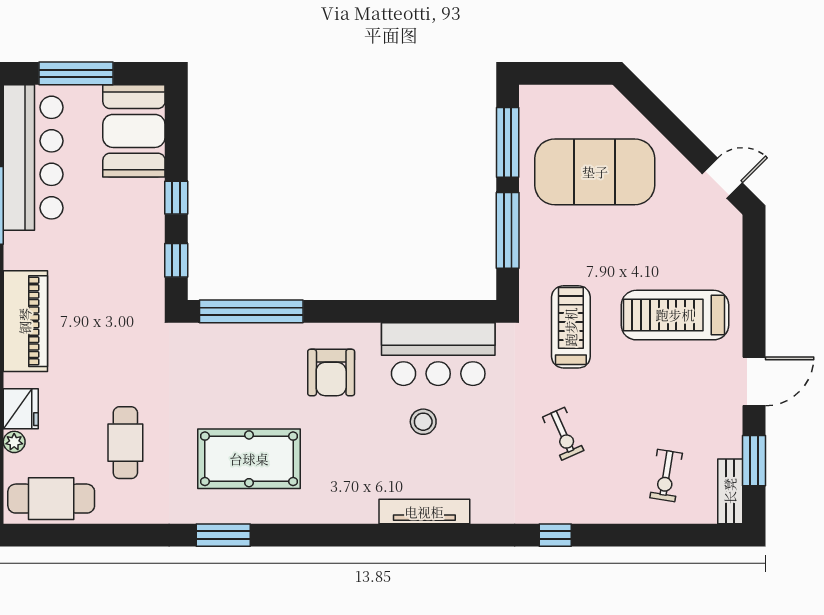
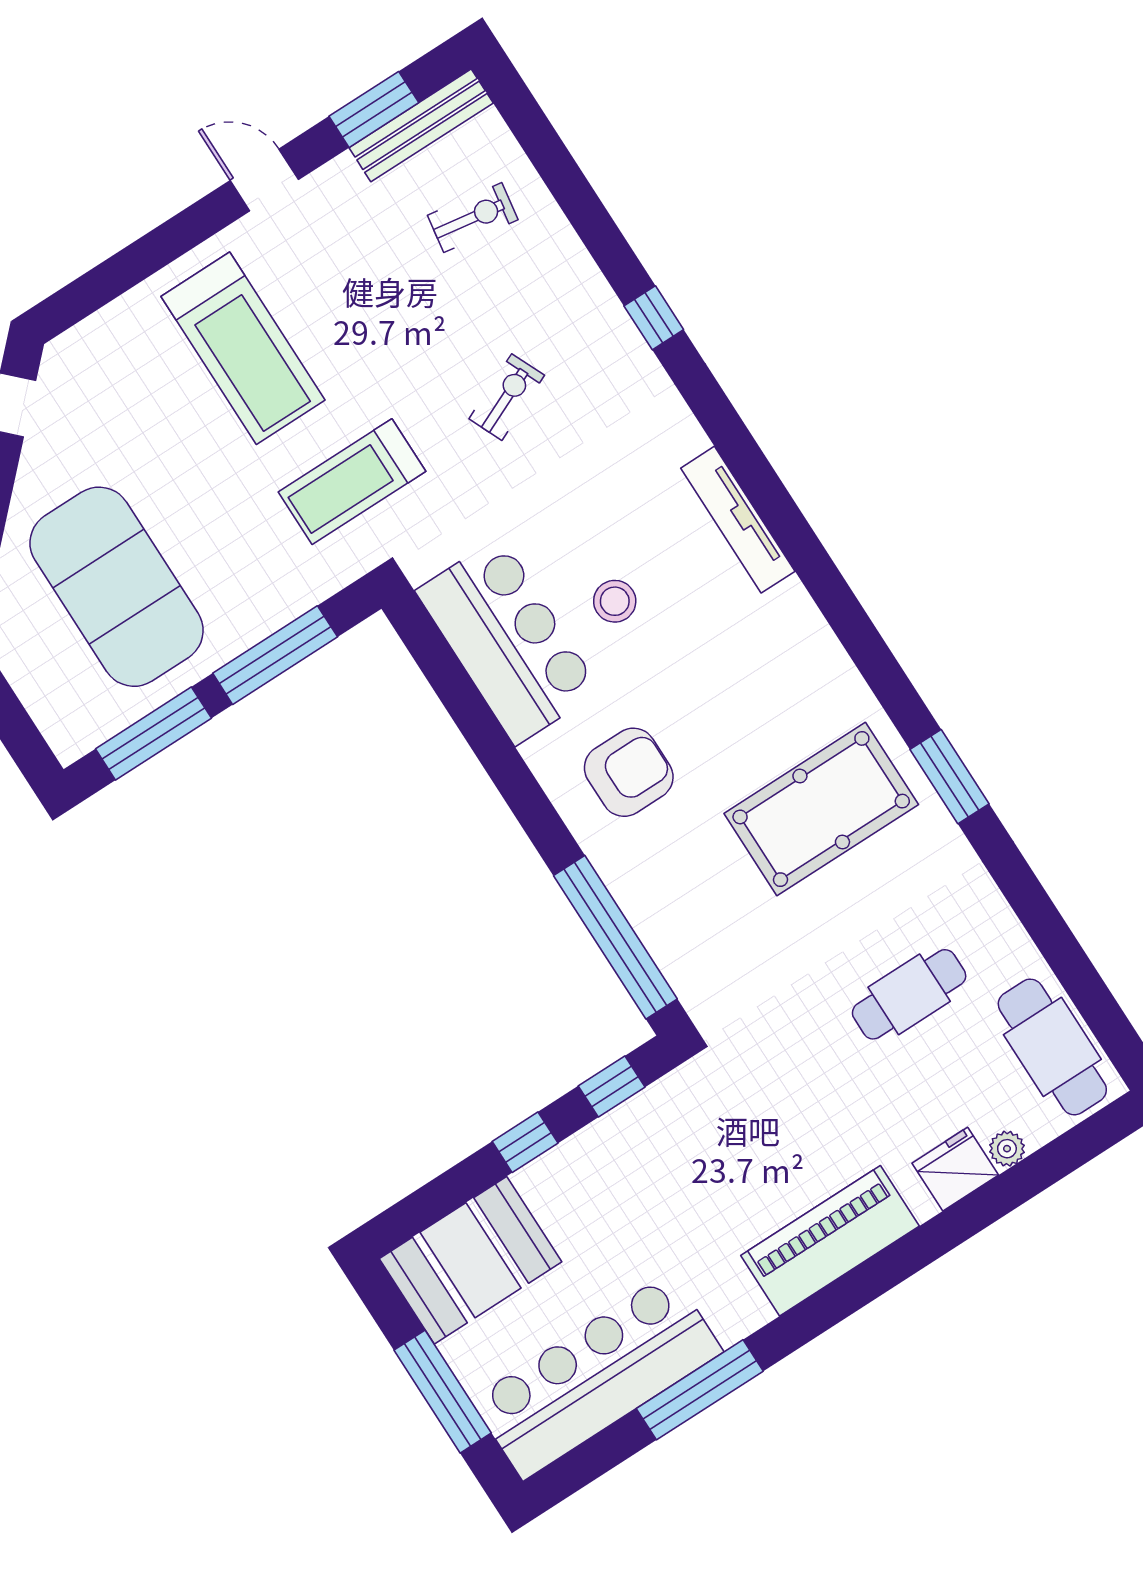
door: (754, 381) -> (264, 180), width x0.73
pool table: (249, 459) -> (821, 809), turned 90
bench: (730, 491) -> (421, 125), width x1.36

